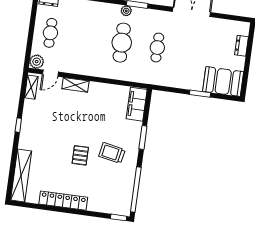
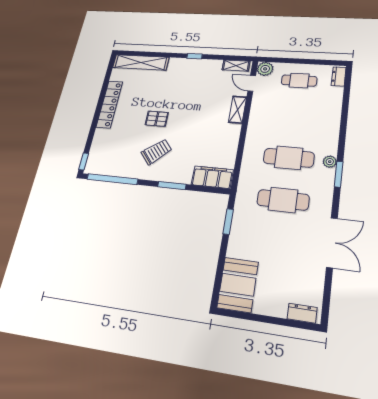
dresser: (242, 46) -> (302, 313), moved
cafe table: (157, 48) -> (283, 200), width x1.37, depth x1.35
window: (200, 94) -> (228, 222), moved
trolley: (112, 153) -> (156, 152), turned 39

